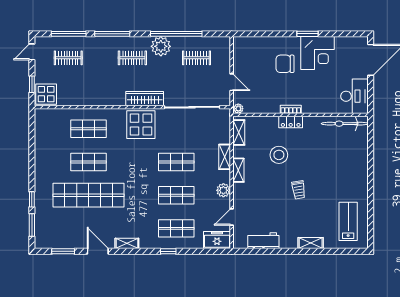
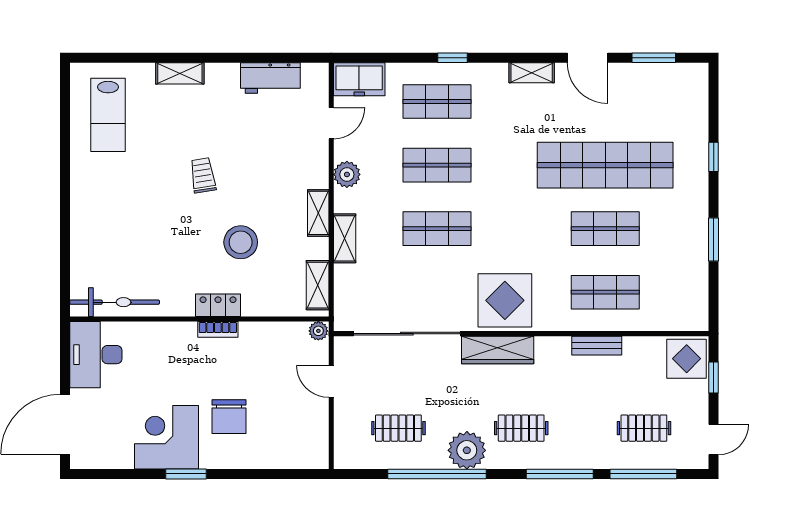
chair: (285, 64) -> (229, 417), turned 90
bench: (93, 101) -> (597, 346), added
window: (32, 225) -> (714, 240), moved

